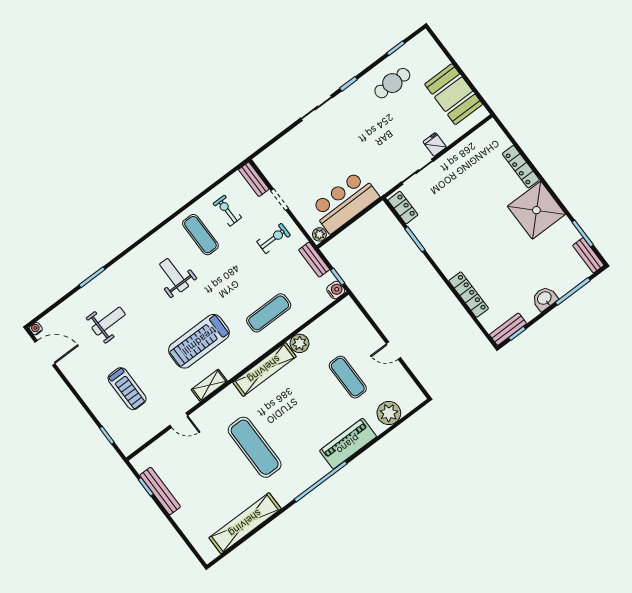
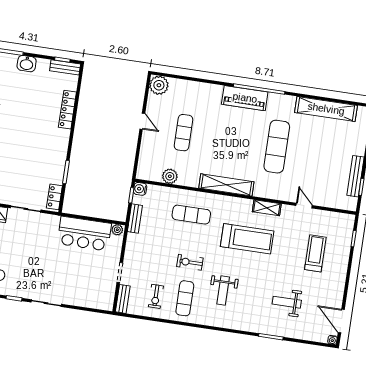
exercise bike: (274, 238) -> (190, 262), moved
plant: (300, 343) -> (170, 176), moved
plant: (389, 413) -> (159, 85), moved
piano: (348, 444) -> (245, 98), moved

